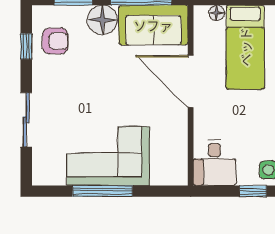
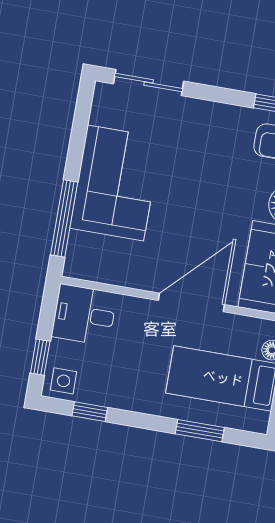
sliding door: (26, 120) -> (149, 82), moved
window: (103, 191) -> (64, 218), moved

